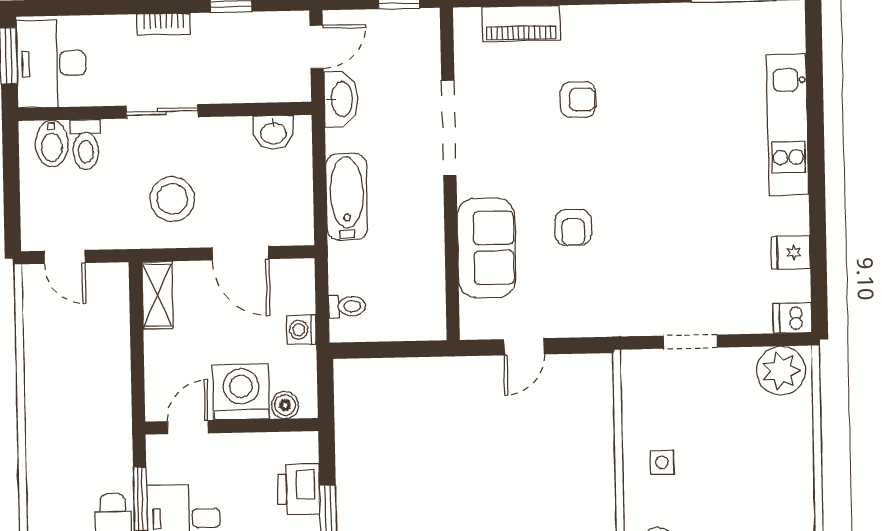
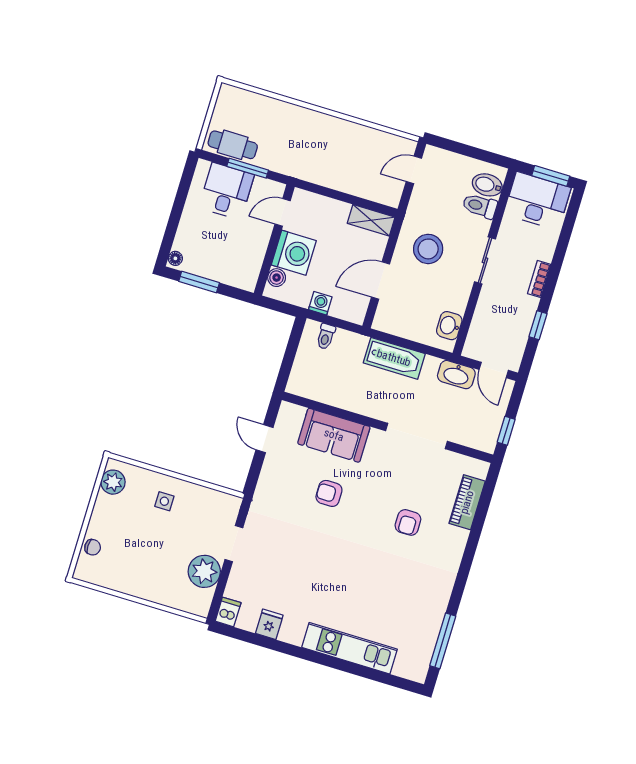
plant: (781, 371) -> (204, 571), moved
door: (188, 427) -> (283, 212), swing flipped
printer: (299, 489) -> (221, 269), removed

